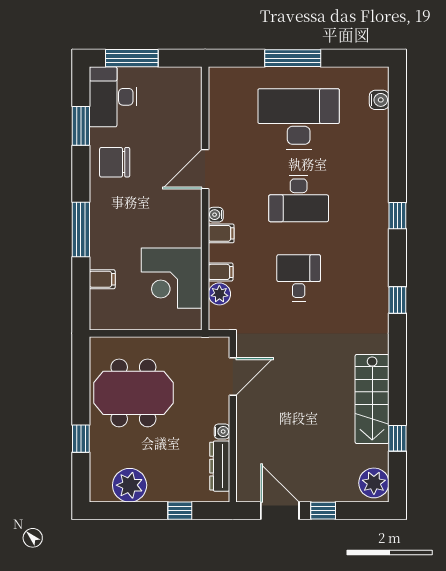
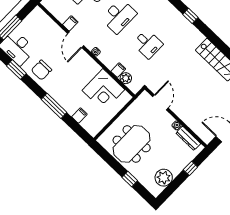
filing cabinet: (221, 233) -> (70, 23), moved
desk: (299, 278) -> (148, 44), turned 180

